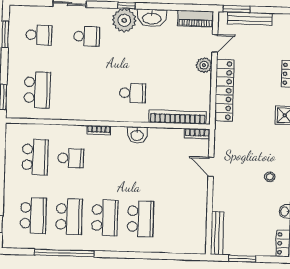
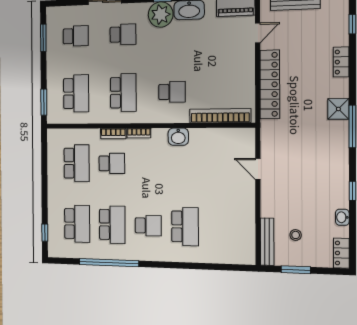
plant: (204, 65) -> (247, 58), removed
school desk: (85, 91) -> (123, 93), added
bookcase: (197, 134) -> (113, 134), moved
stool: (270, 177) -> (296, 235), moved
school desk: (105, 218) -> (148, 226), width x0.54

